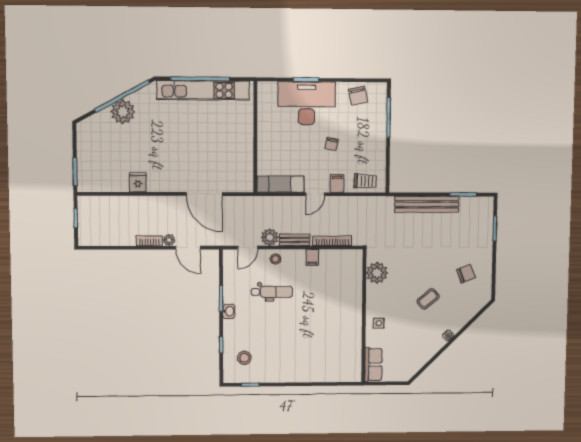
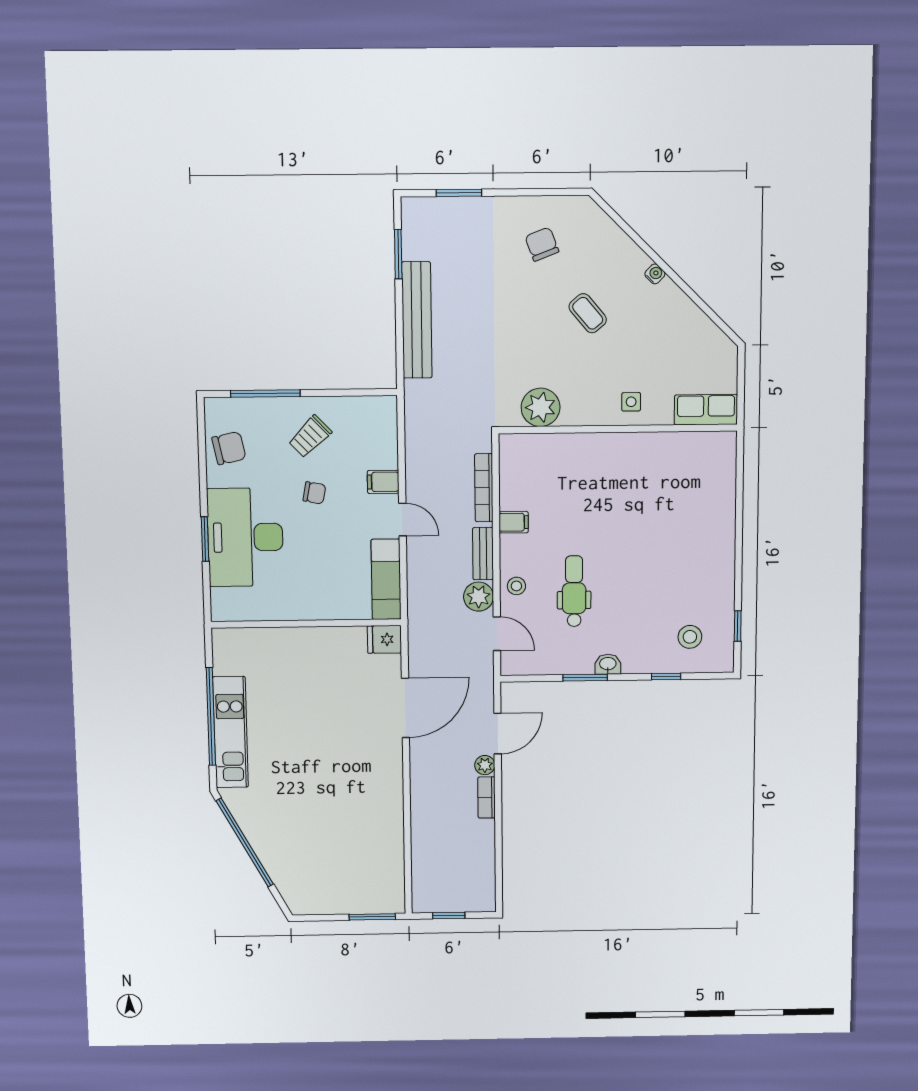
kitchen unit: (203, 90) -> (231, 732), width x0.73
plant: (123, 112) -> (271, 841), removed
trolley: (365, 181) -> (310, 436), moved, turned -136
fridge: (138, 182) -> (384, 639), moved

